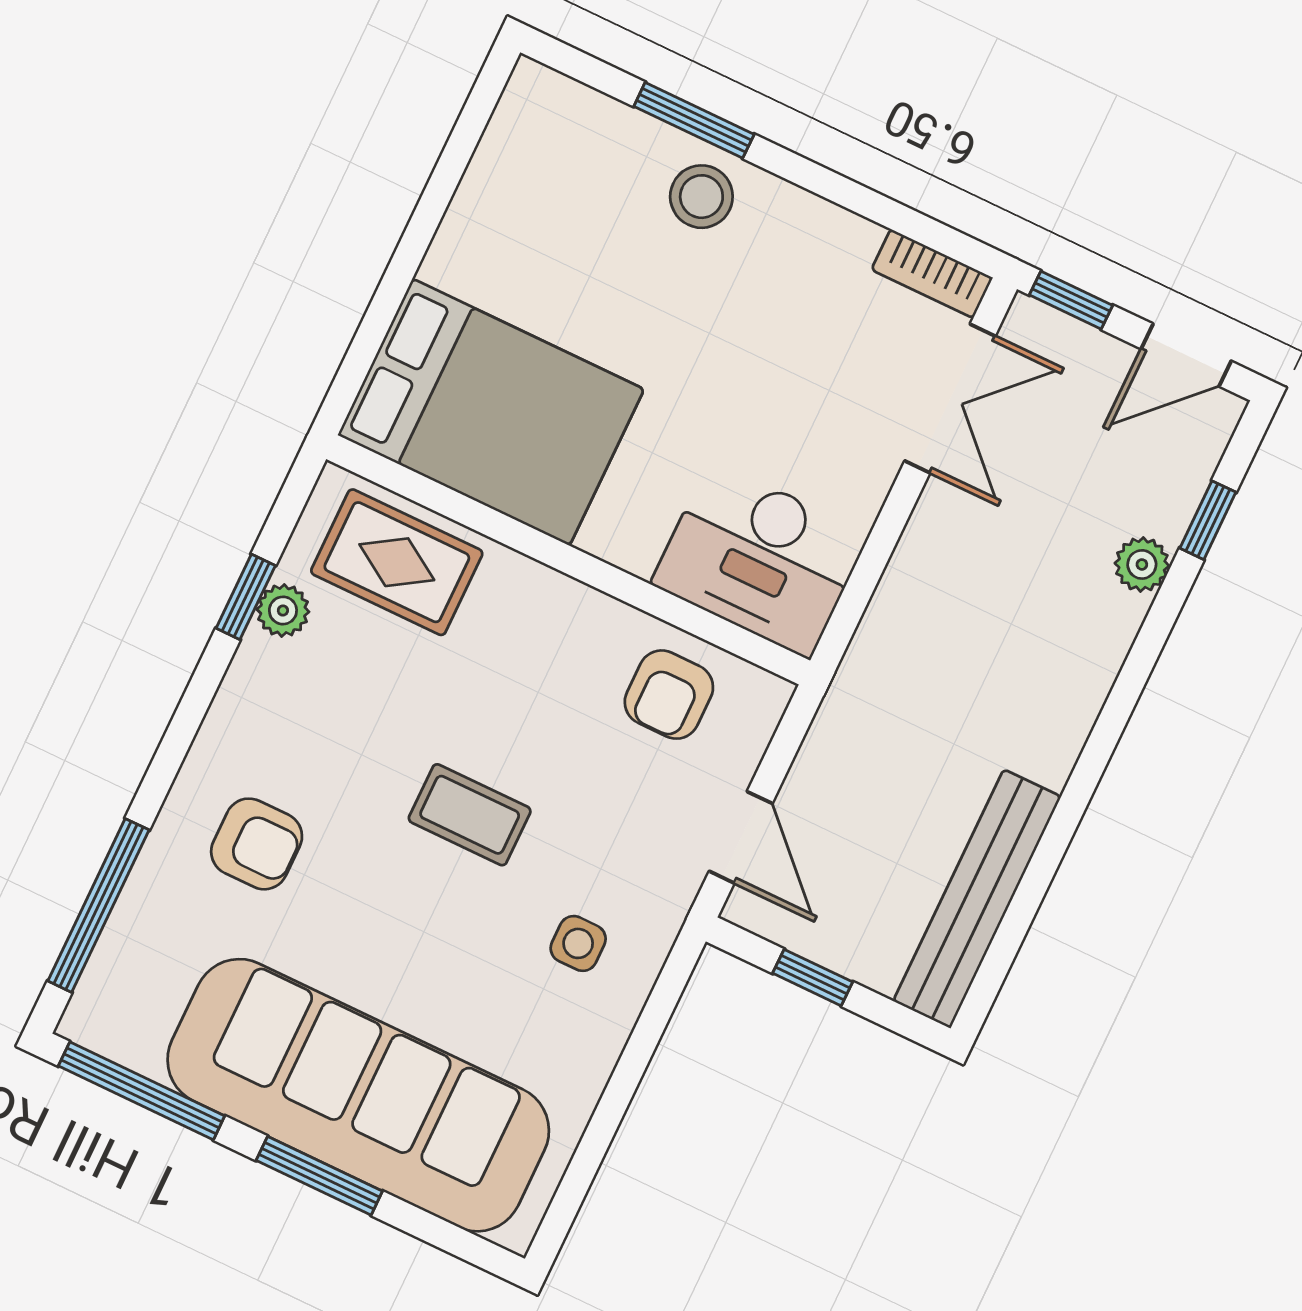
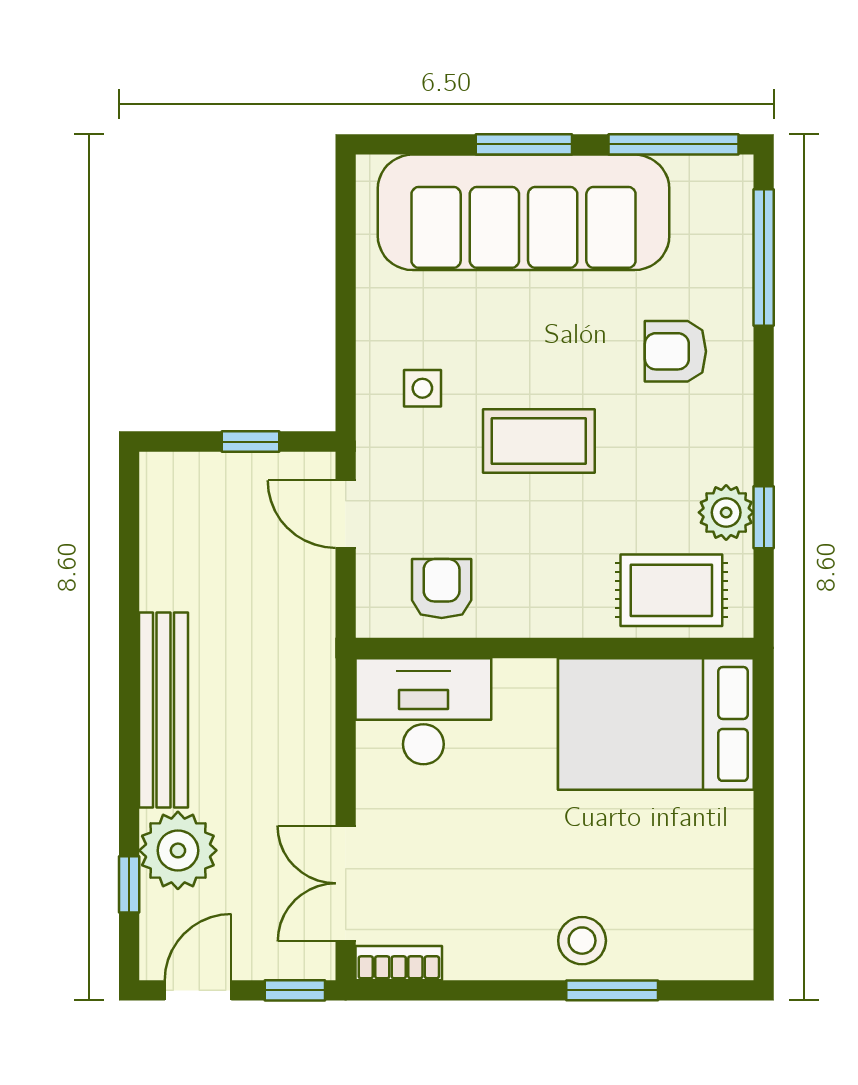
plant: (1142, 564) -> (178, 850), width x1.87, depth x1.87
plant: (283, 610) -> (726, 512), width x1.38, depth x1.38
coffee table: (470, 815) -> (539, 441), width x1.36, depth x1.30
bench: (977, 899) -> (163, 710), moved

